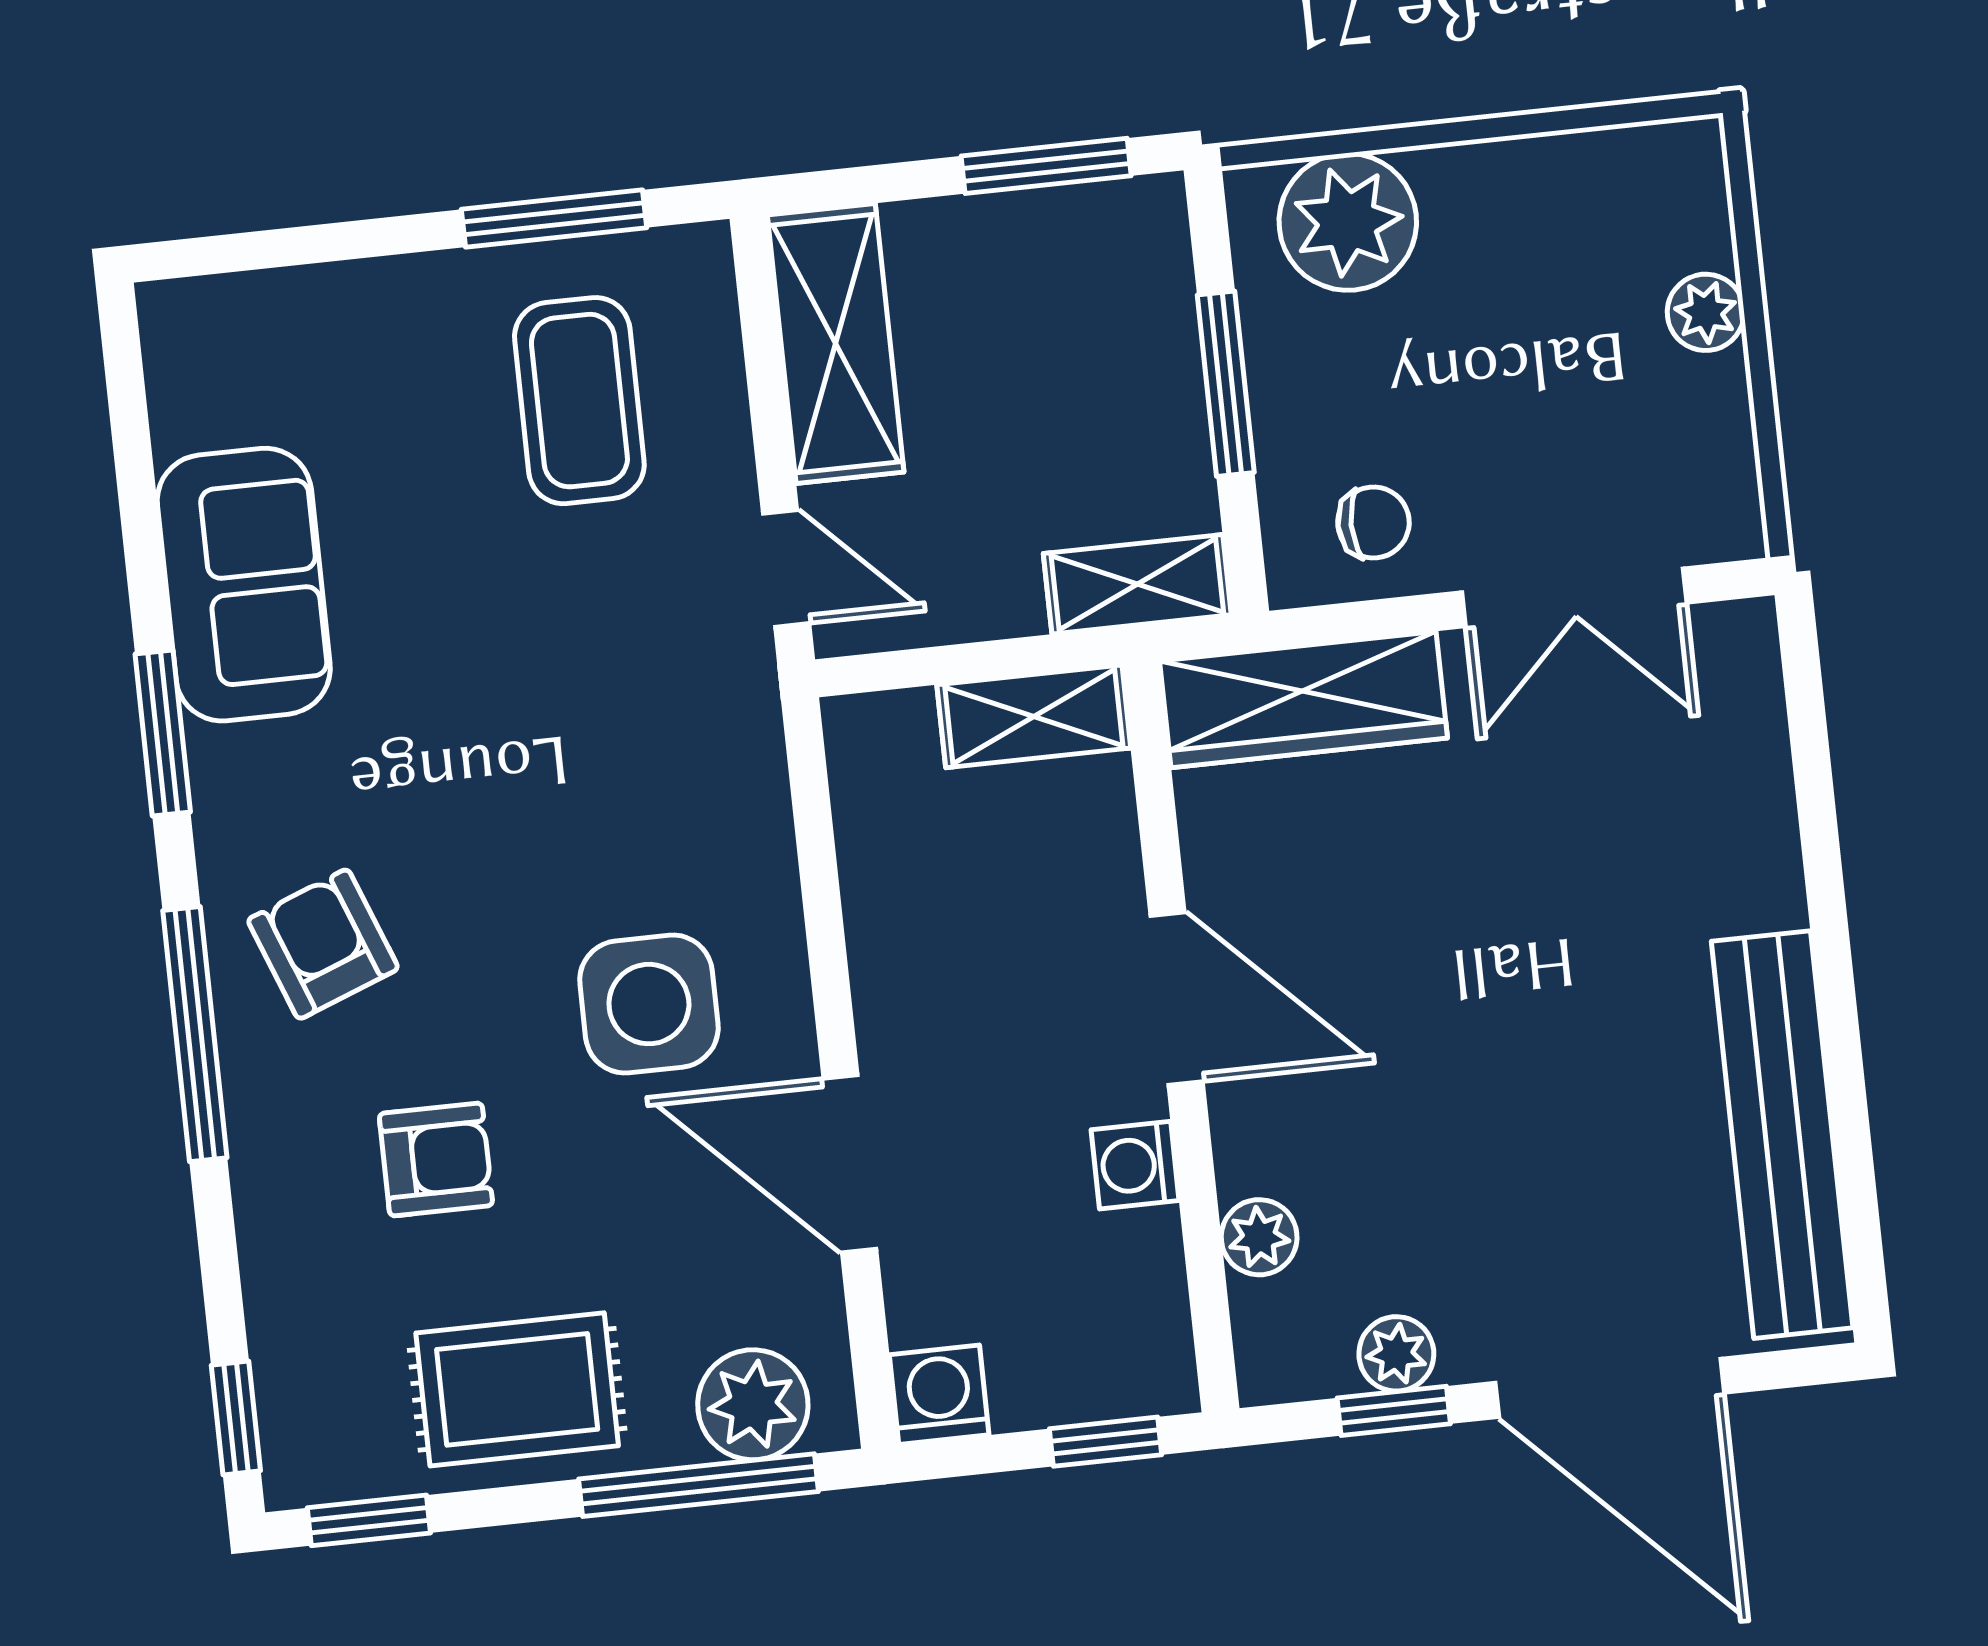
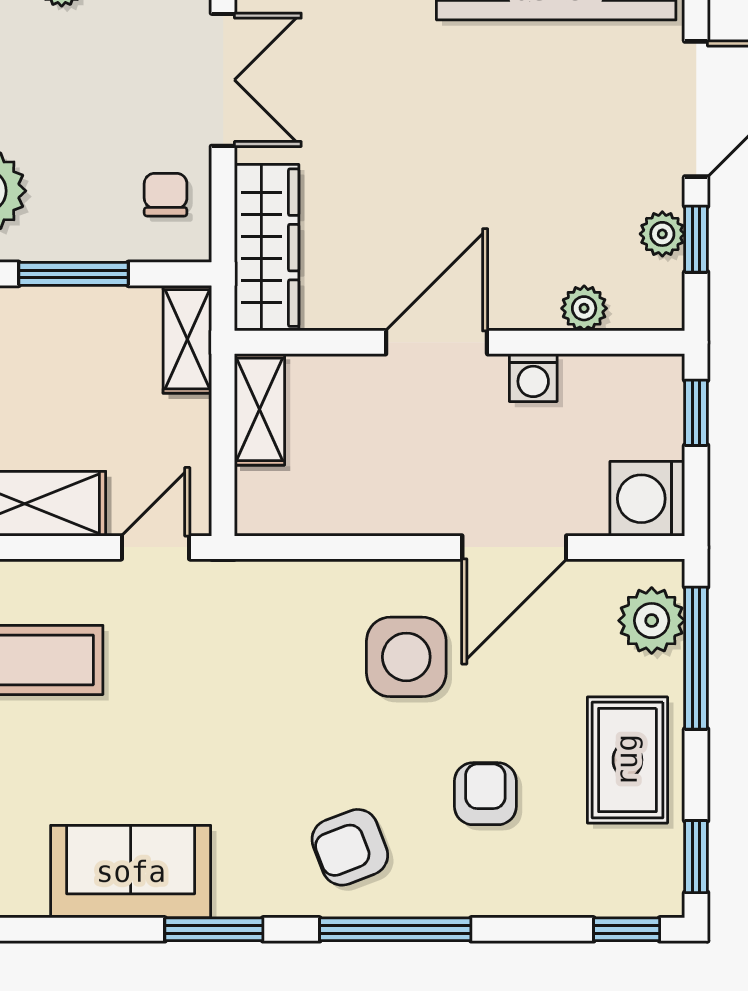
washing machine: (939, 1395) -> (647, 499), width x1.38, depth x1.38

